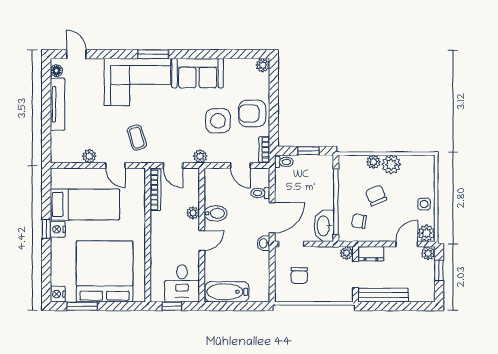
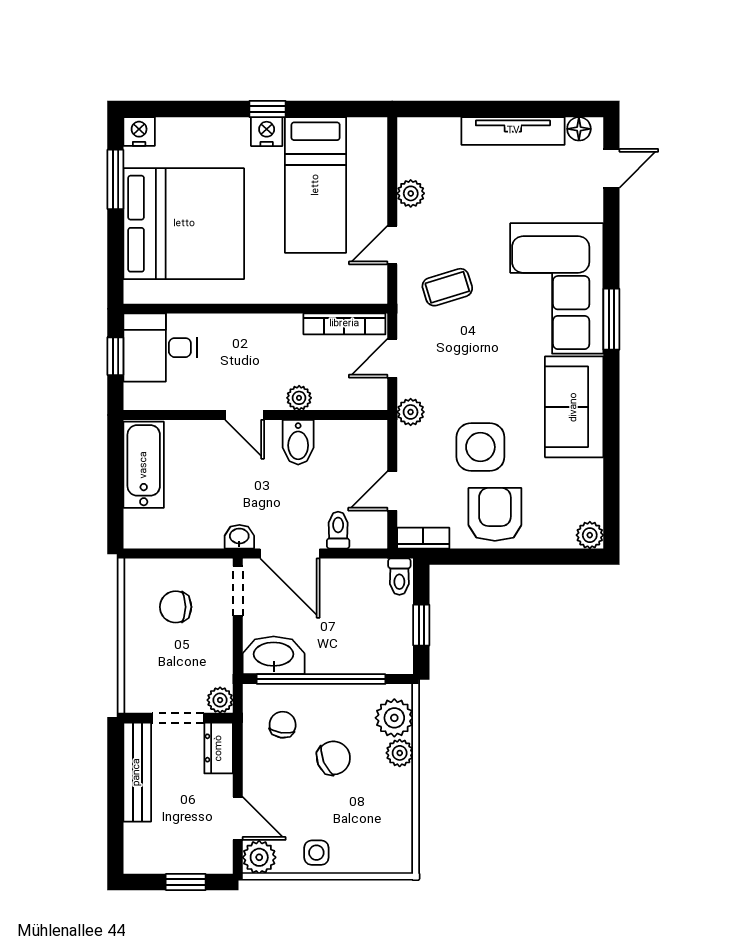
plant: (391, 164) -> (394, 718), moved
plant: (428, 253) -> (219, 861), removed
desk: (182, 283) -> (160, 348), moved

